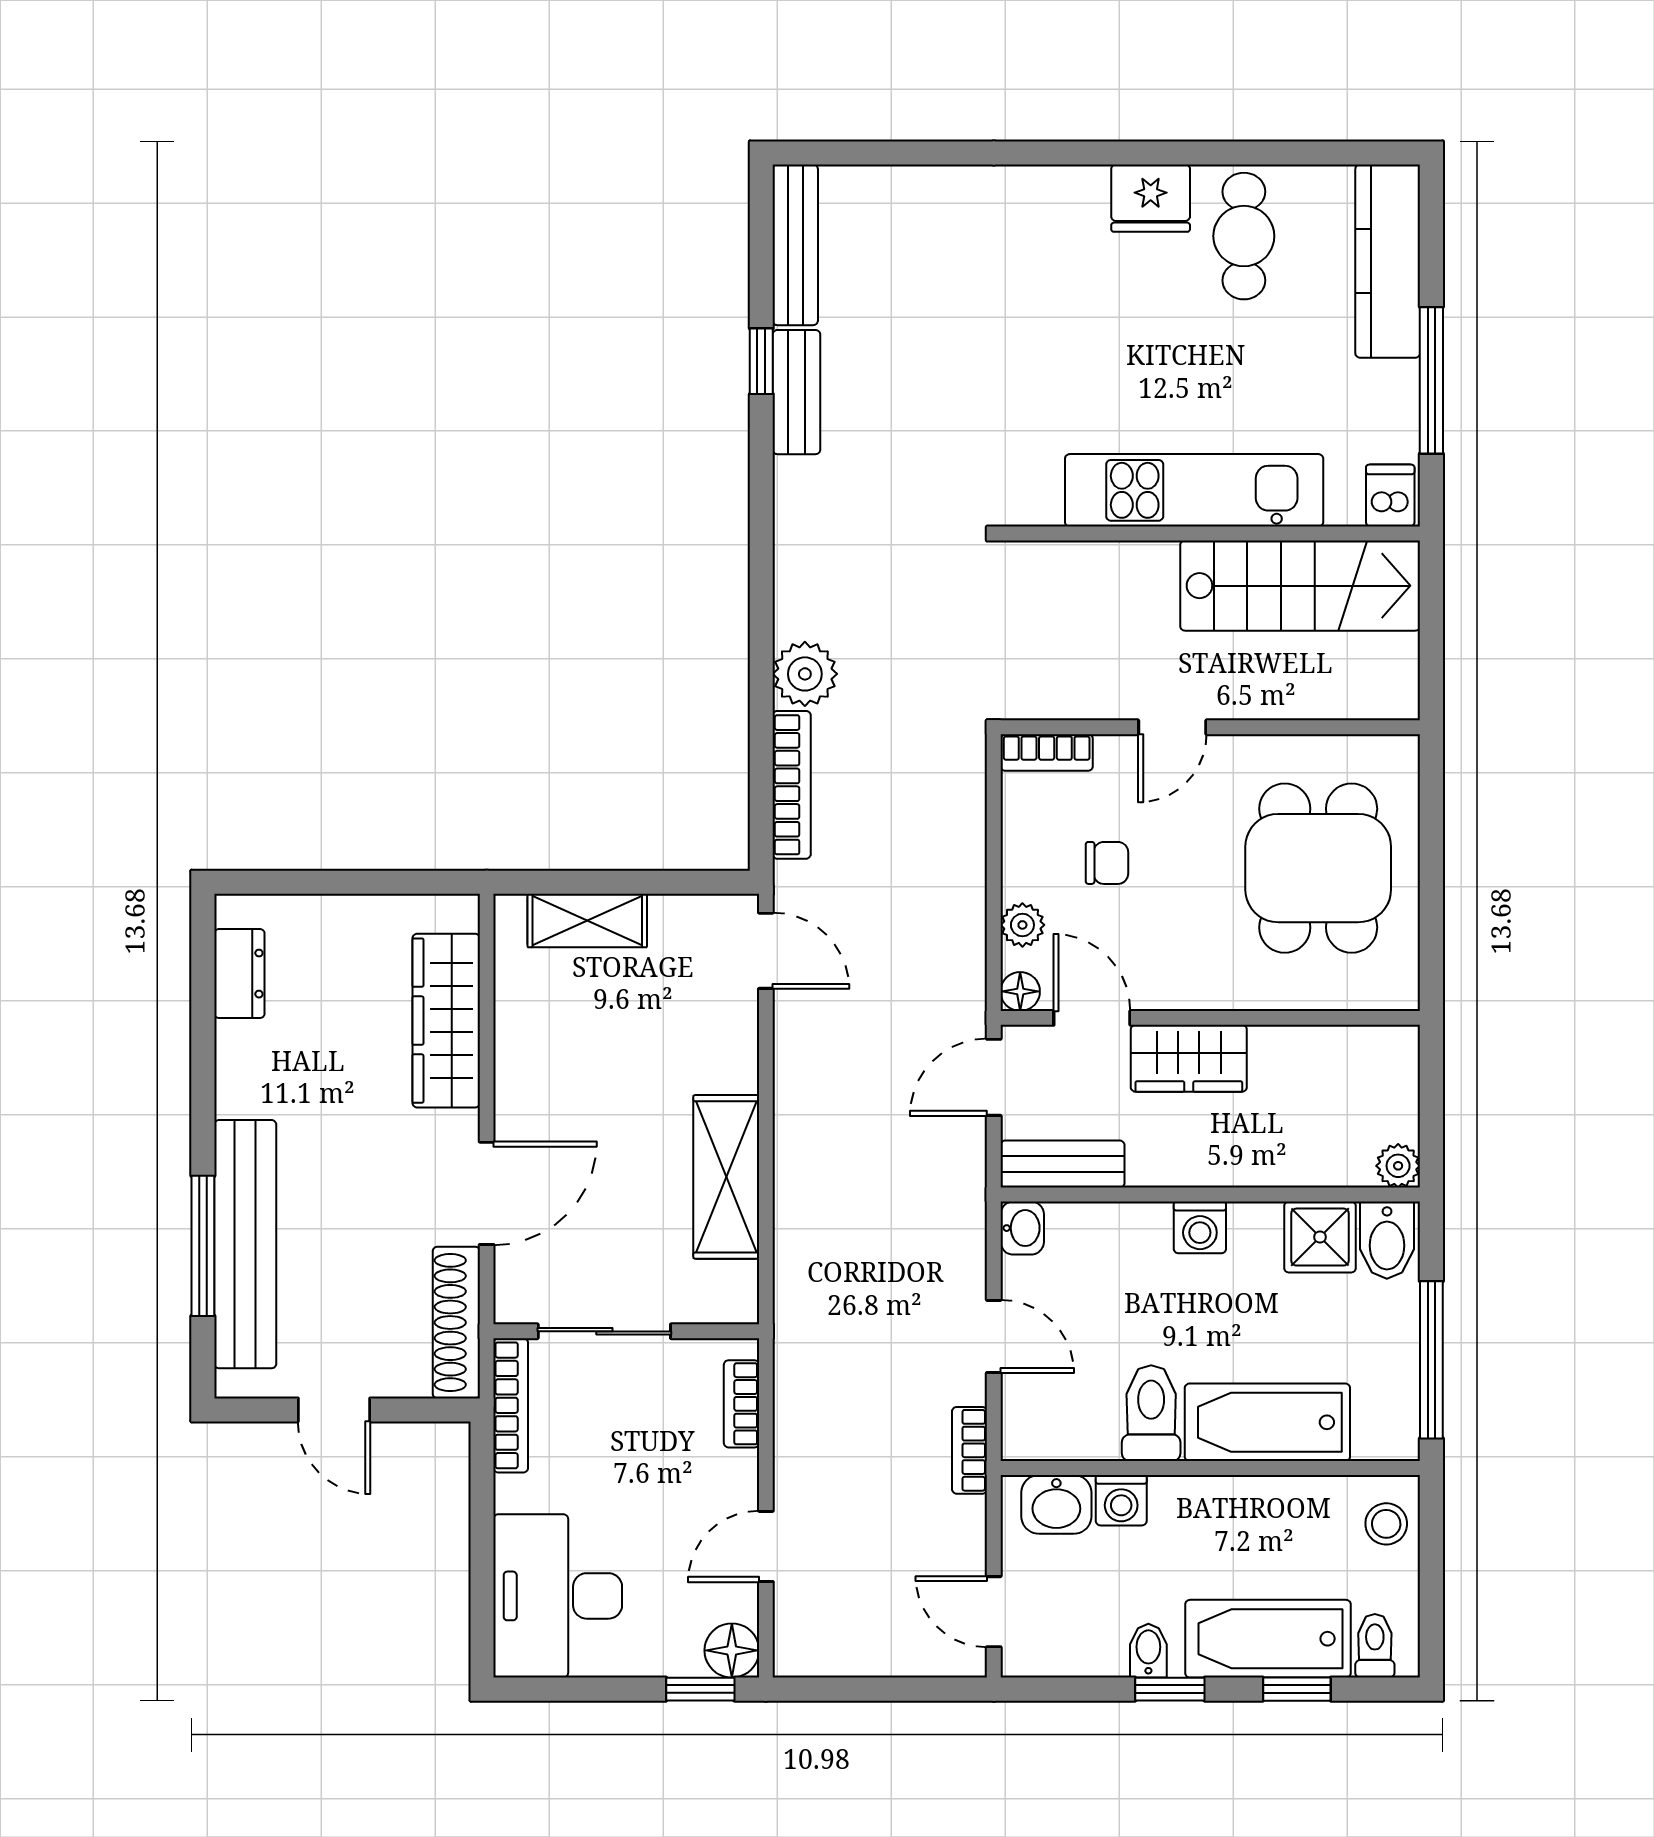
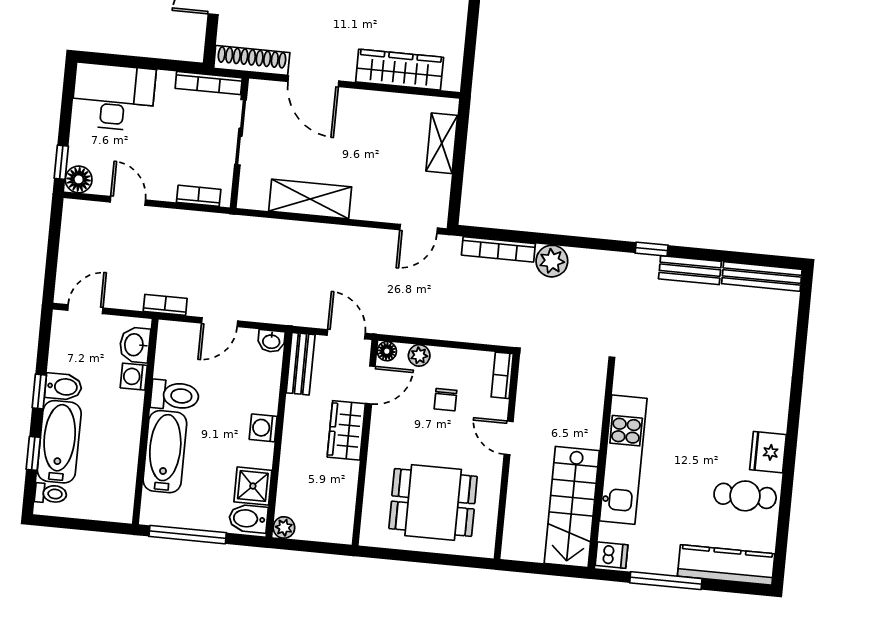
window: (761, 361) -> (652, 249), moved
stool: (1386, 1524) -> (110, 505), removed
bidet: (1148, 1651) -> (63, 387), width x1.38, depth x1.36

